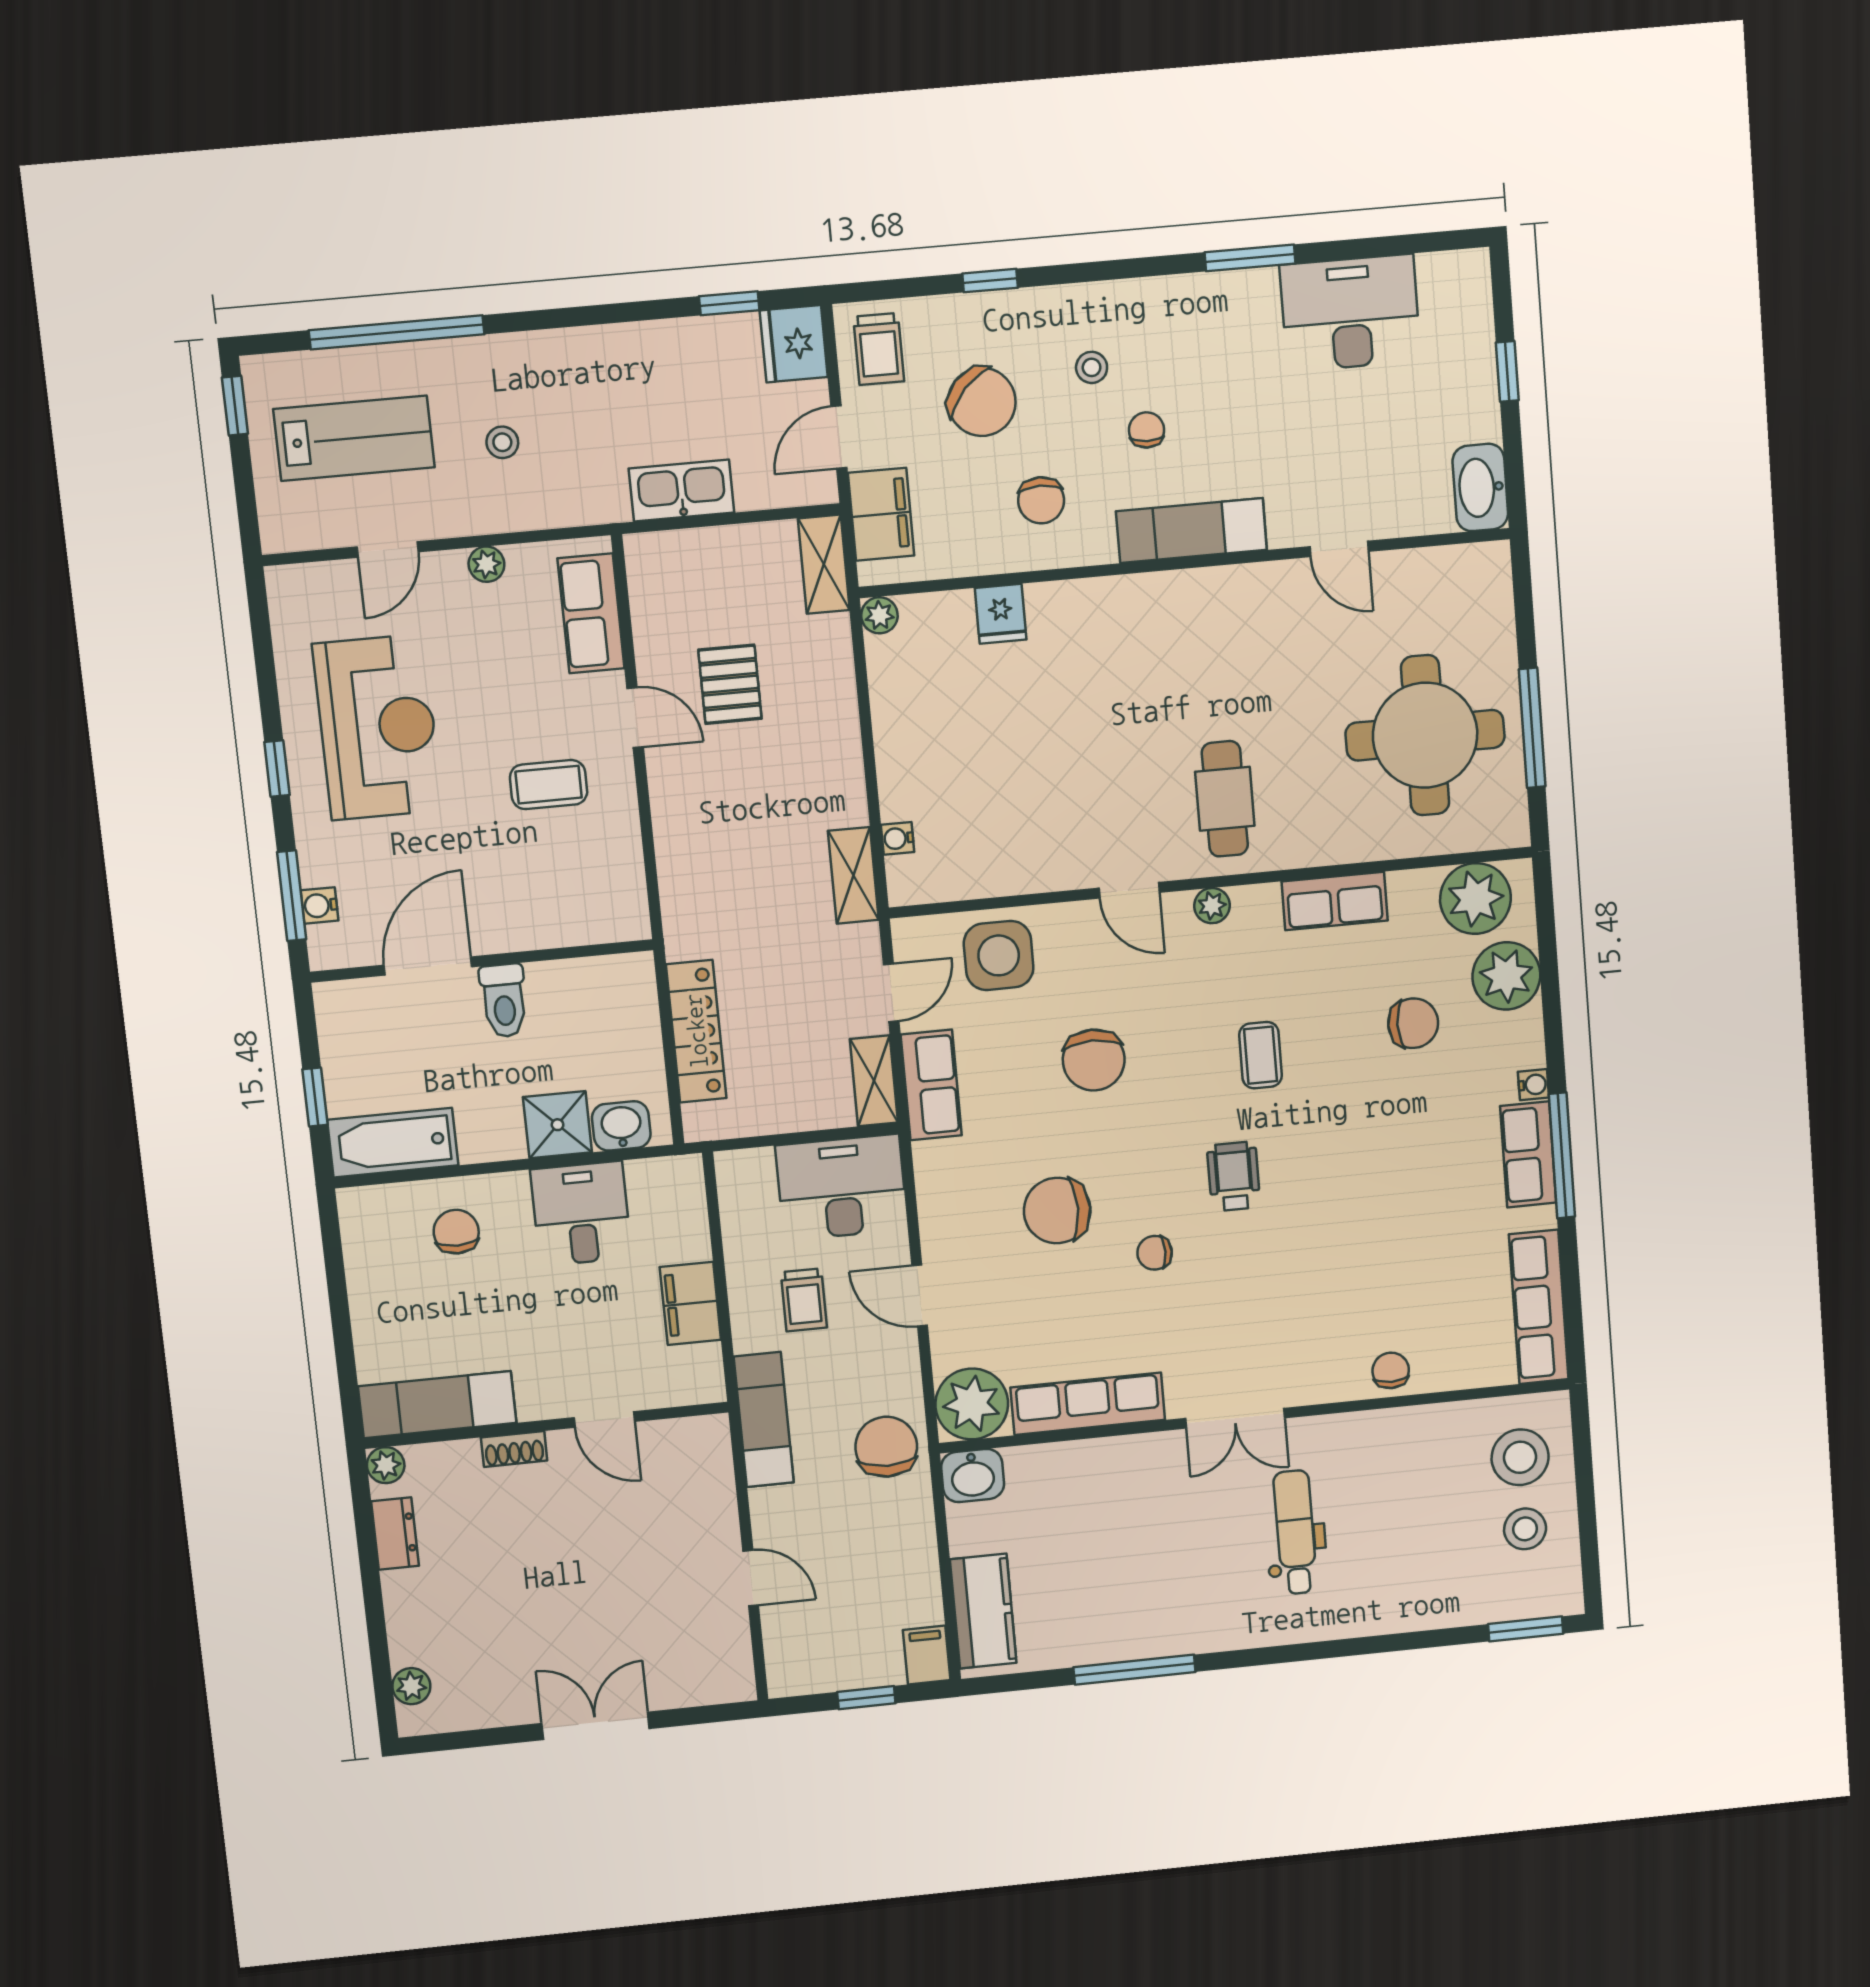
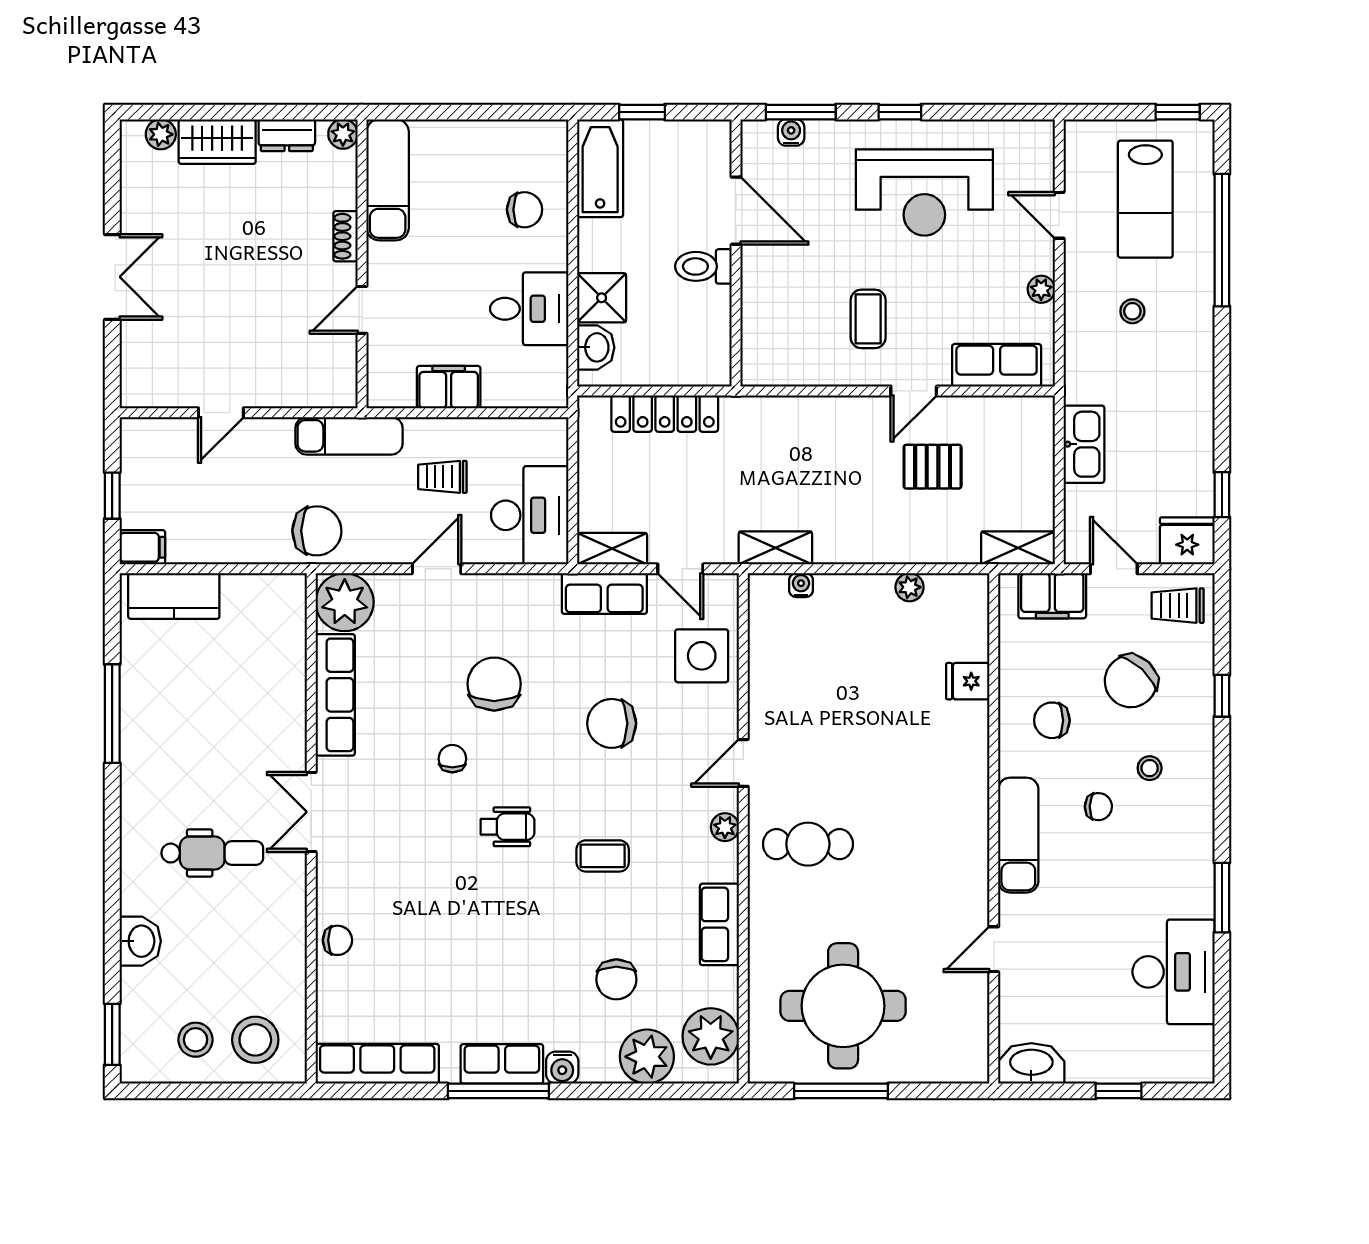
plant: (879, 615) -> (910, 587), moved
water cooler: (1533, 1085) -> (562, 1068), width x1.38, depth x1.38
washbasin: (973, 1475) -> (140, 941), moved, turned 180
wardrobe: (413, 1617) -> (217, 142), added

